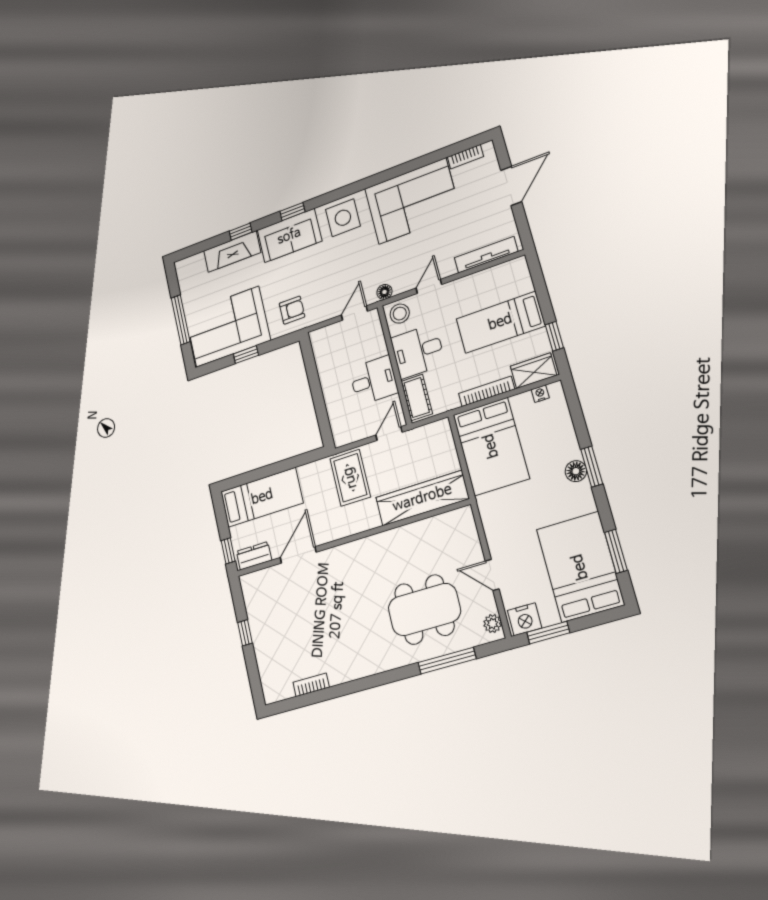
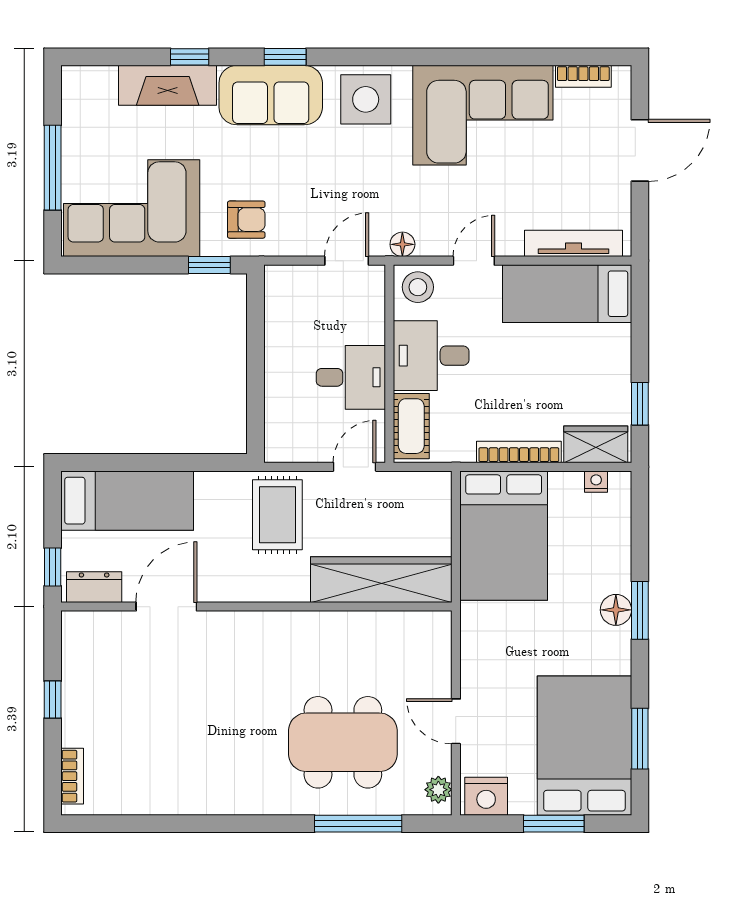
bed: (500, 322) -> (567, 294), moved
window: (246, 355) -> (209, 265), moved
window: (548, 633) -> (554, 824), moved
bookcase: (311, 685) -> (72, 776), moved, turned 90

